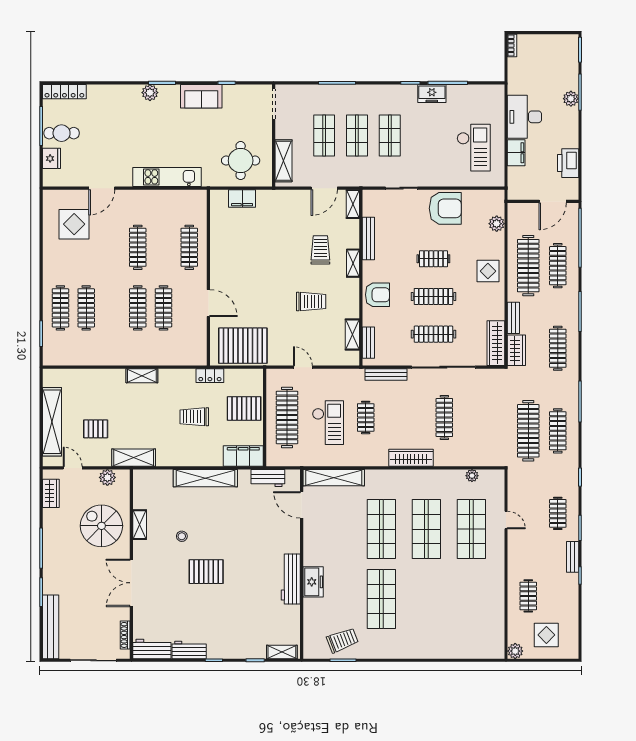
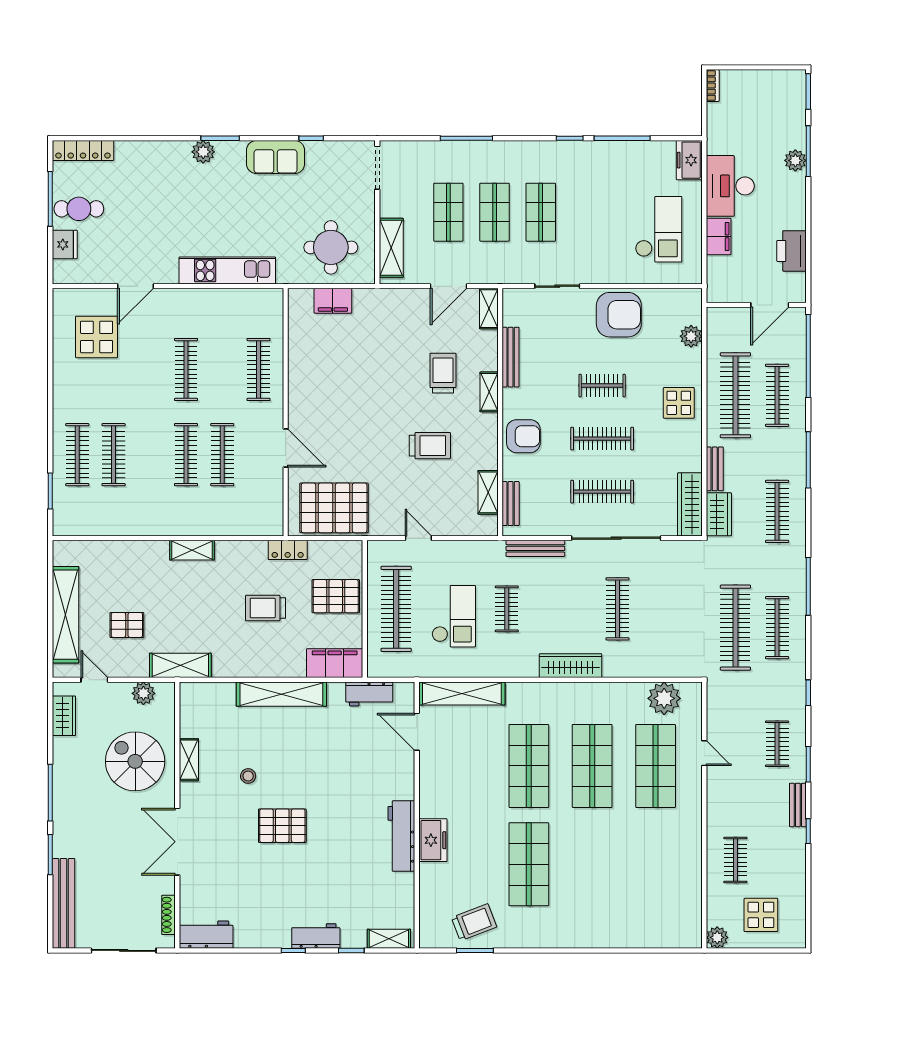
freezer: (432, 94) -> (689, 160), moved, turned 90
plant: (472, 476) -> (664, 698), width x1.88, depth x1.88
workbench: (189, 650) -> (316, 936), moved

